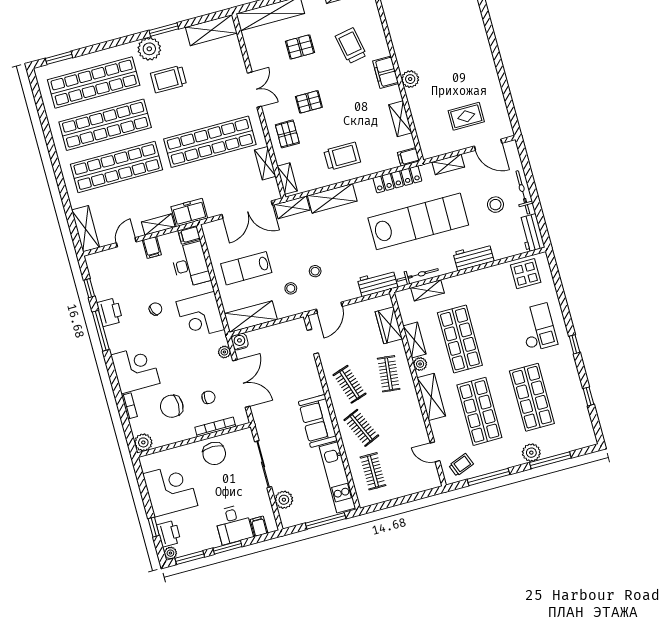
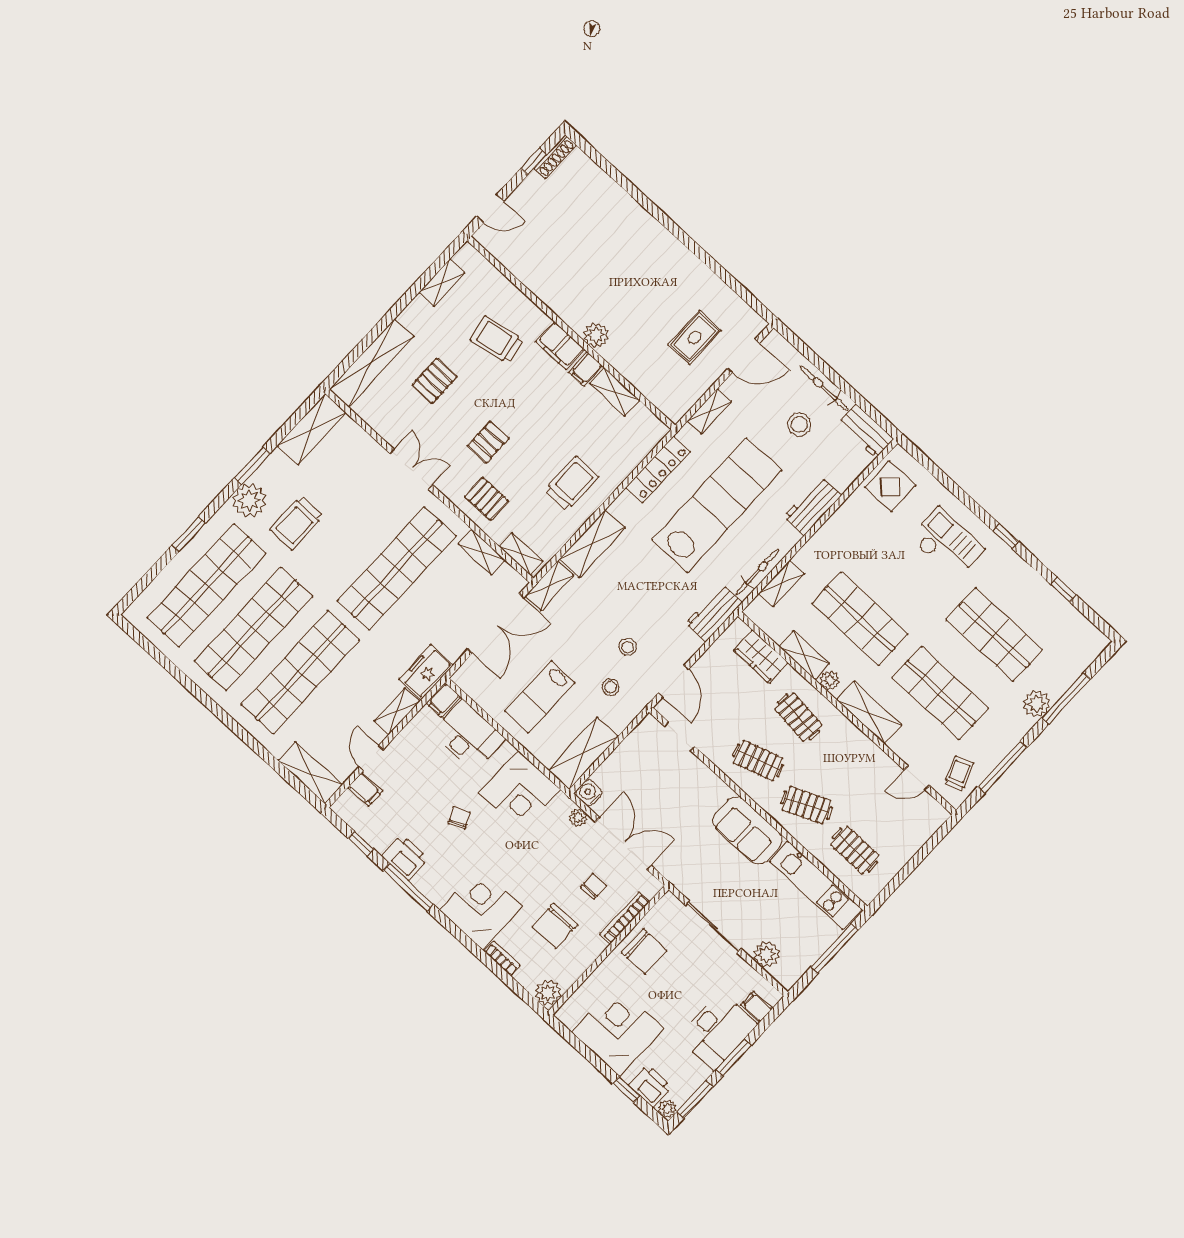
window: (59, 58) -> (189, 534), moved
filing cabinet: (408, 157) -> (586, 369), moved
filing cabinet: (152, 247) -> (365, 789), moved
desk: (234, 524) -> (717, 1031), width x1.37

